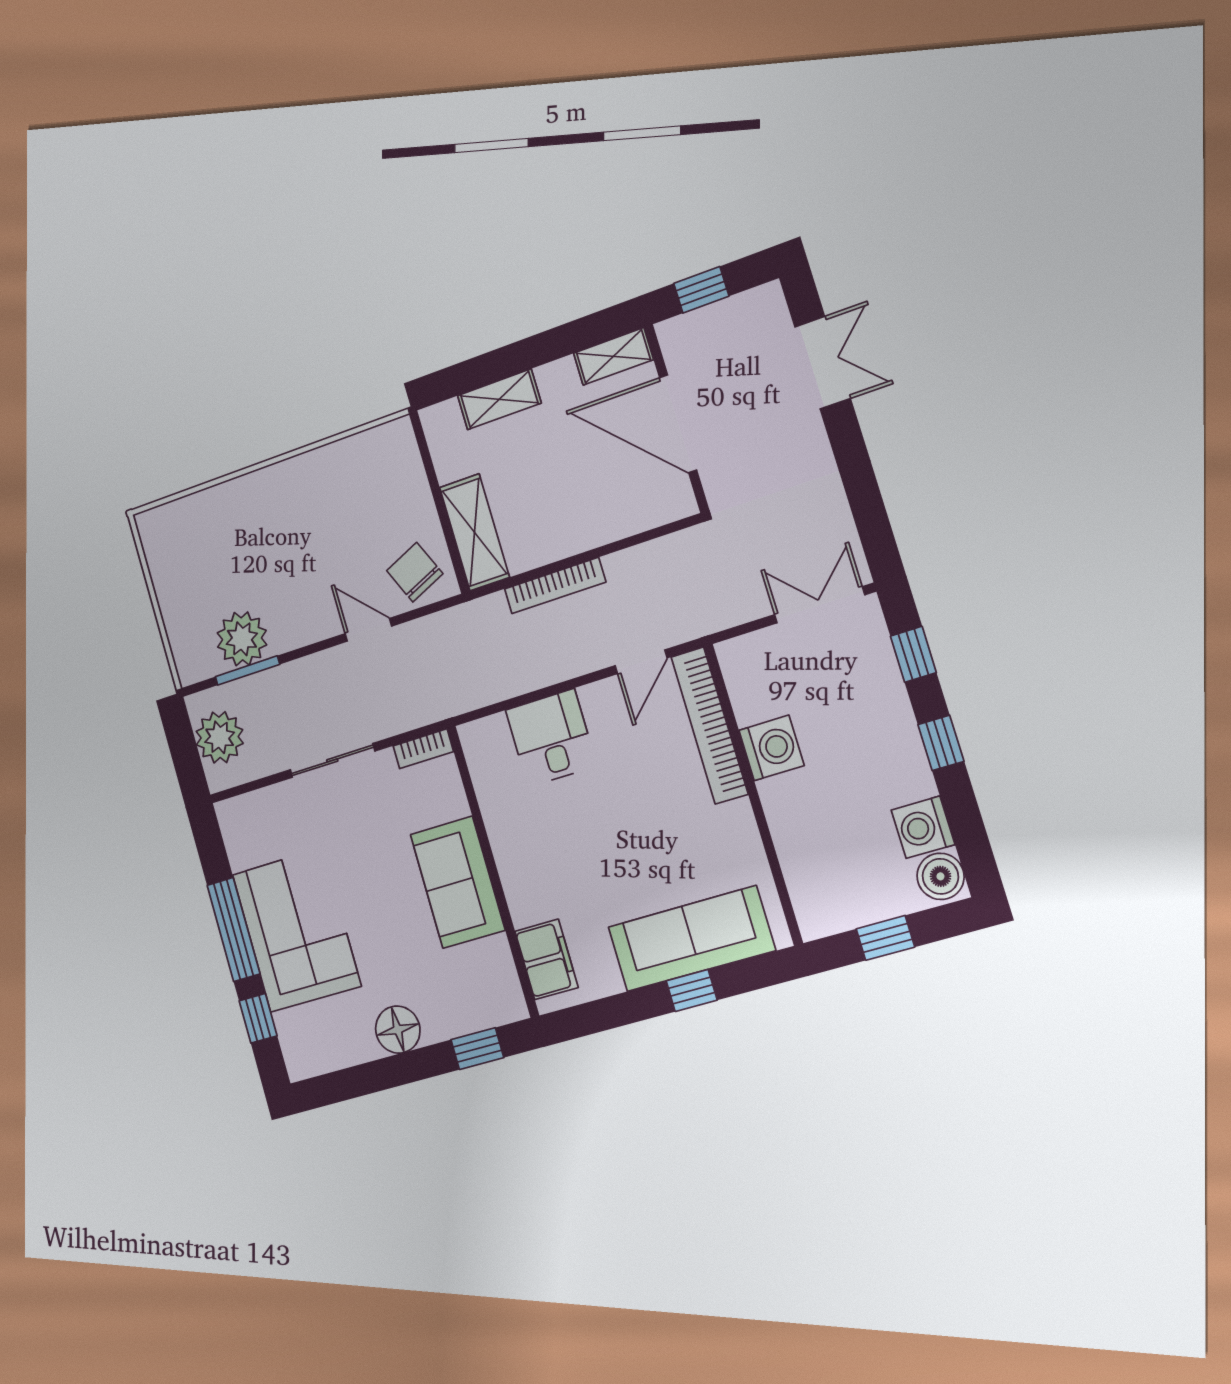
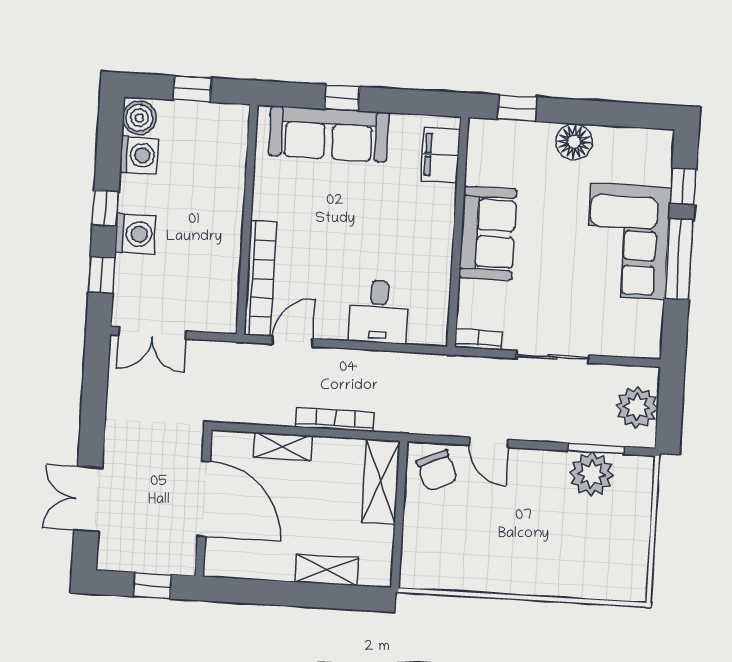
shelving: (613, 356) -> (283, 447), moved
washing machine: (771, 748) -> (135, 234), moved, turned 180

